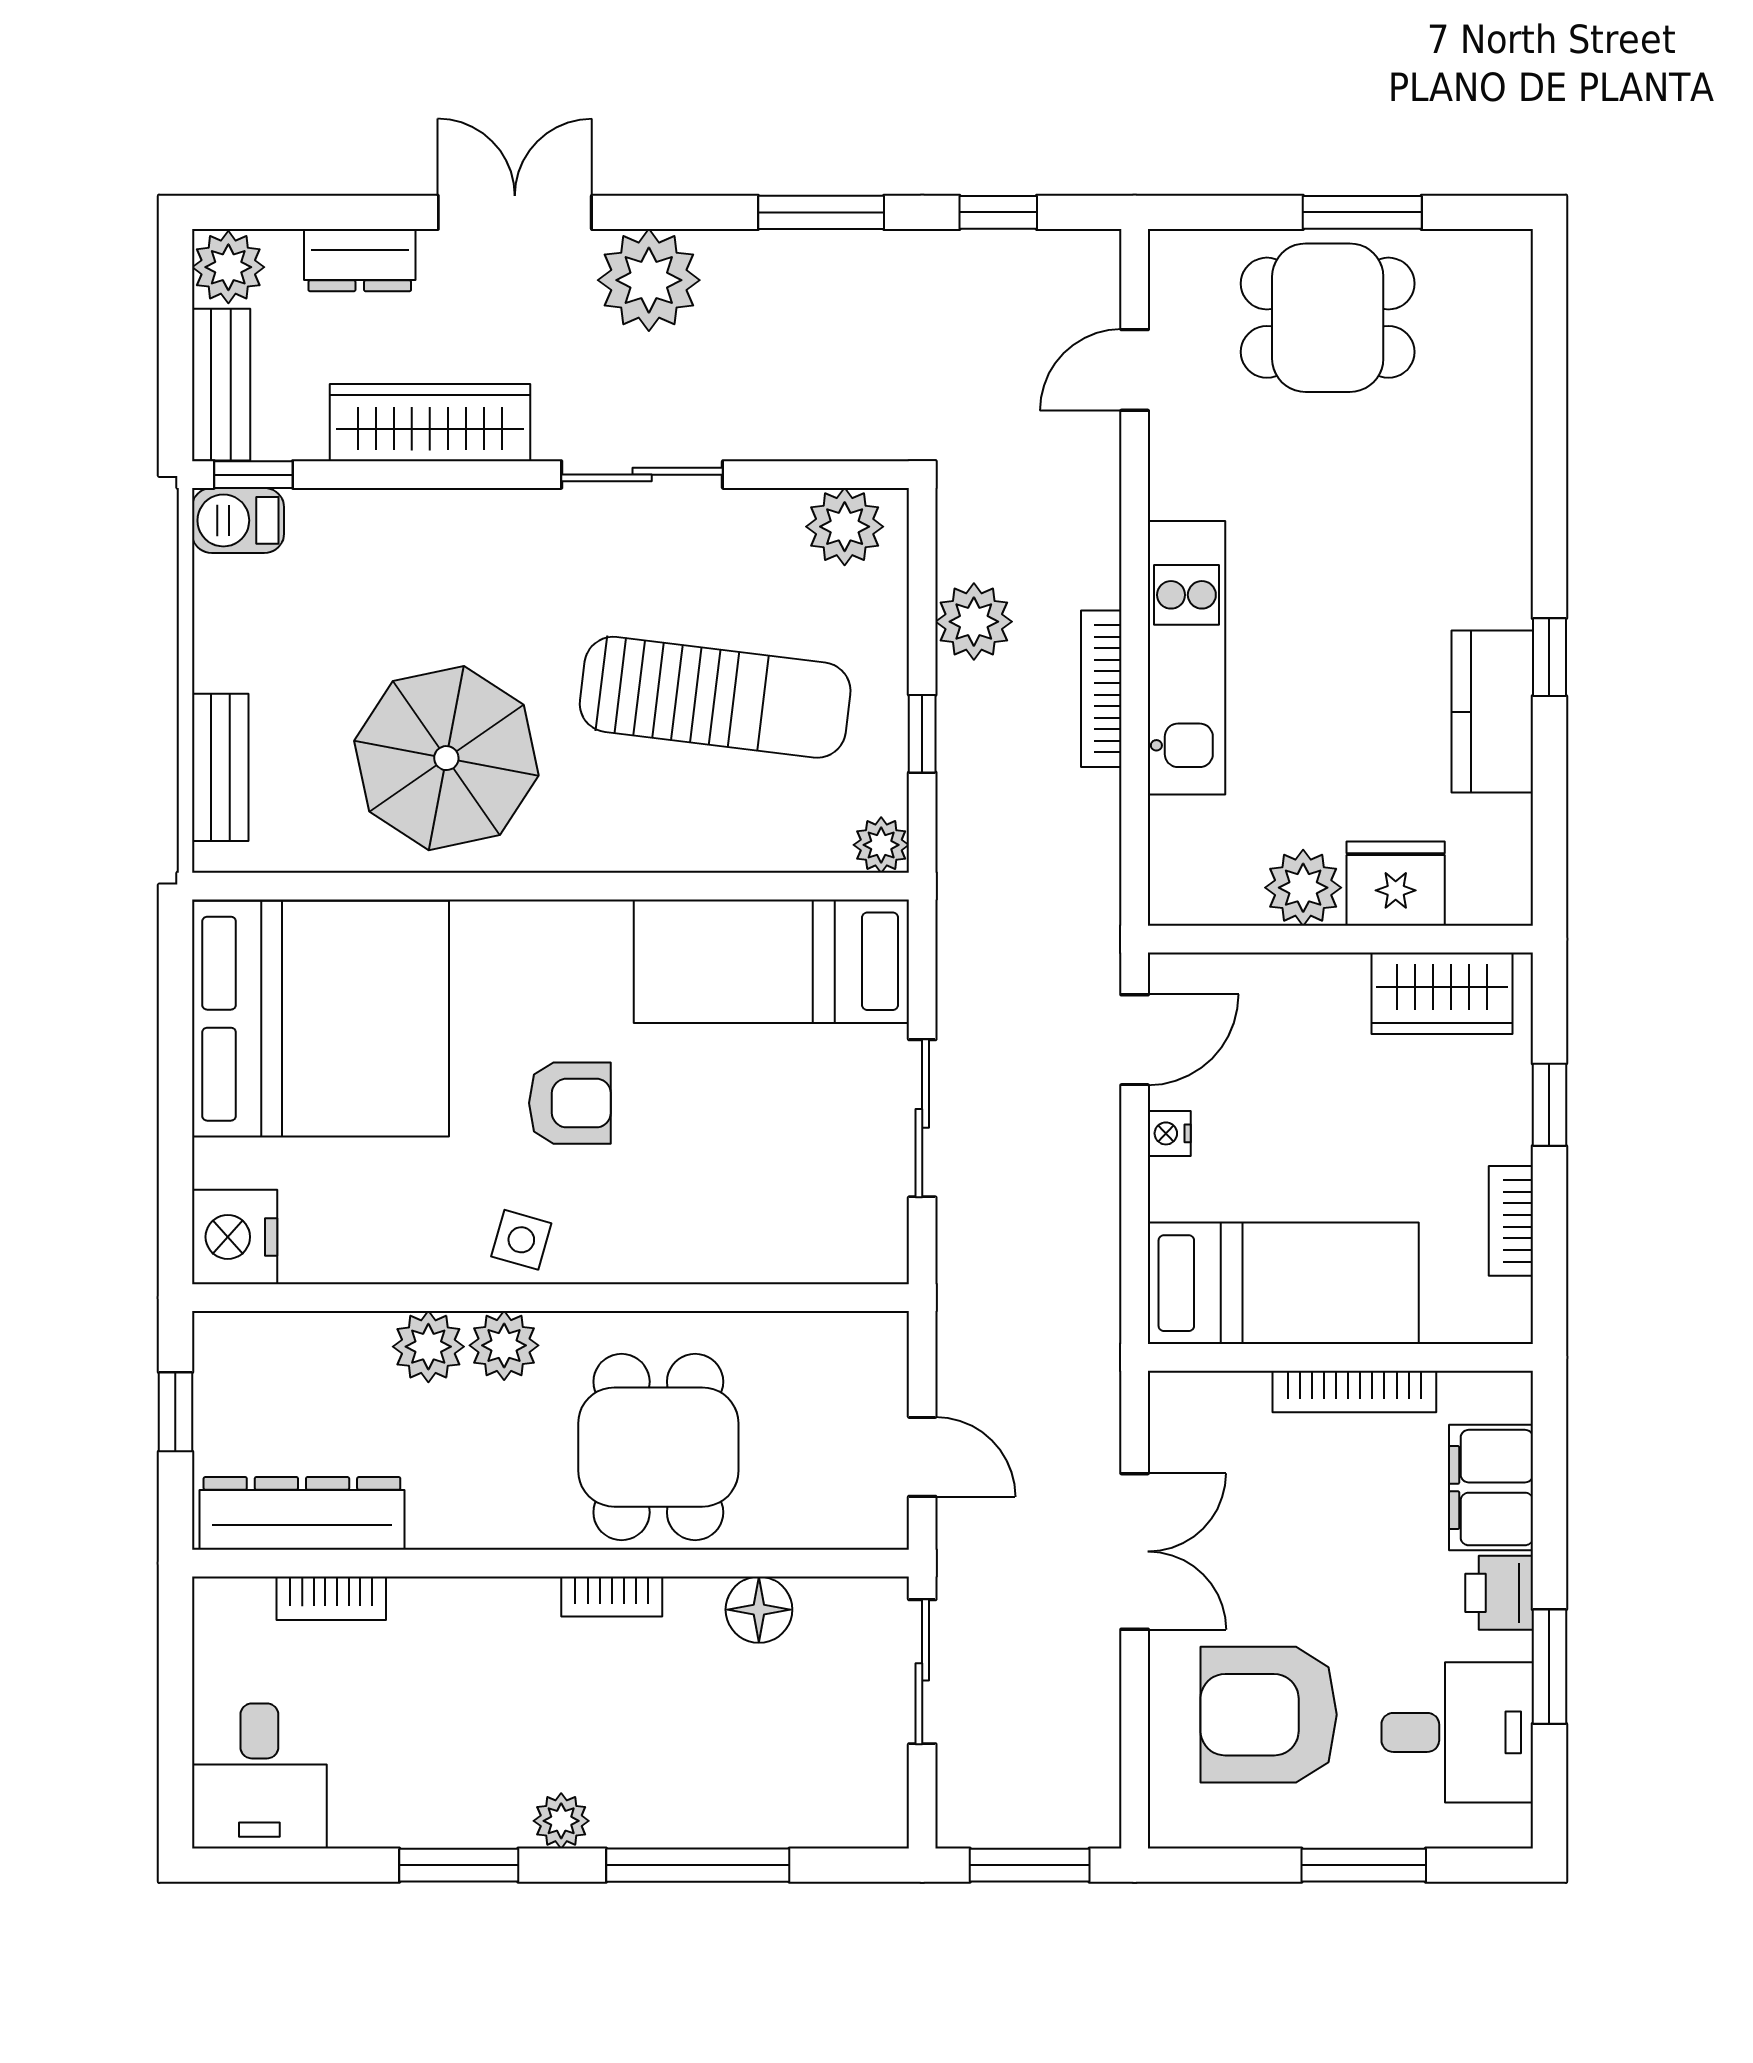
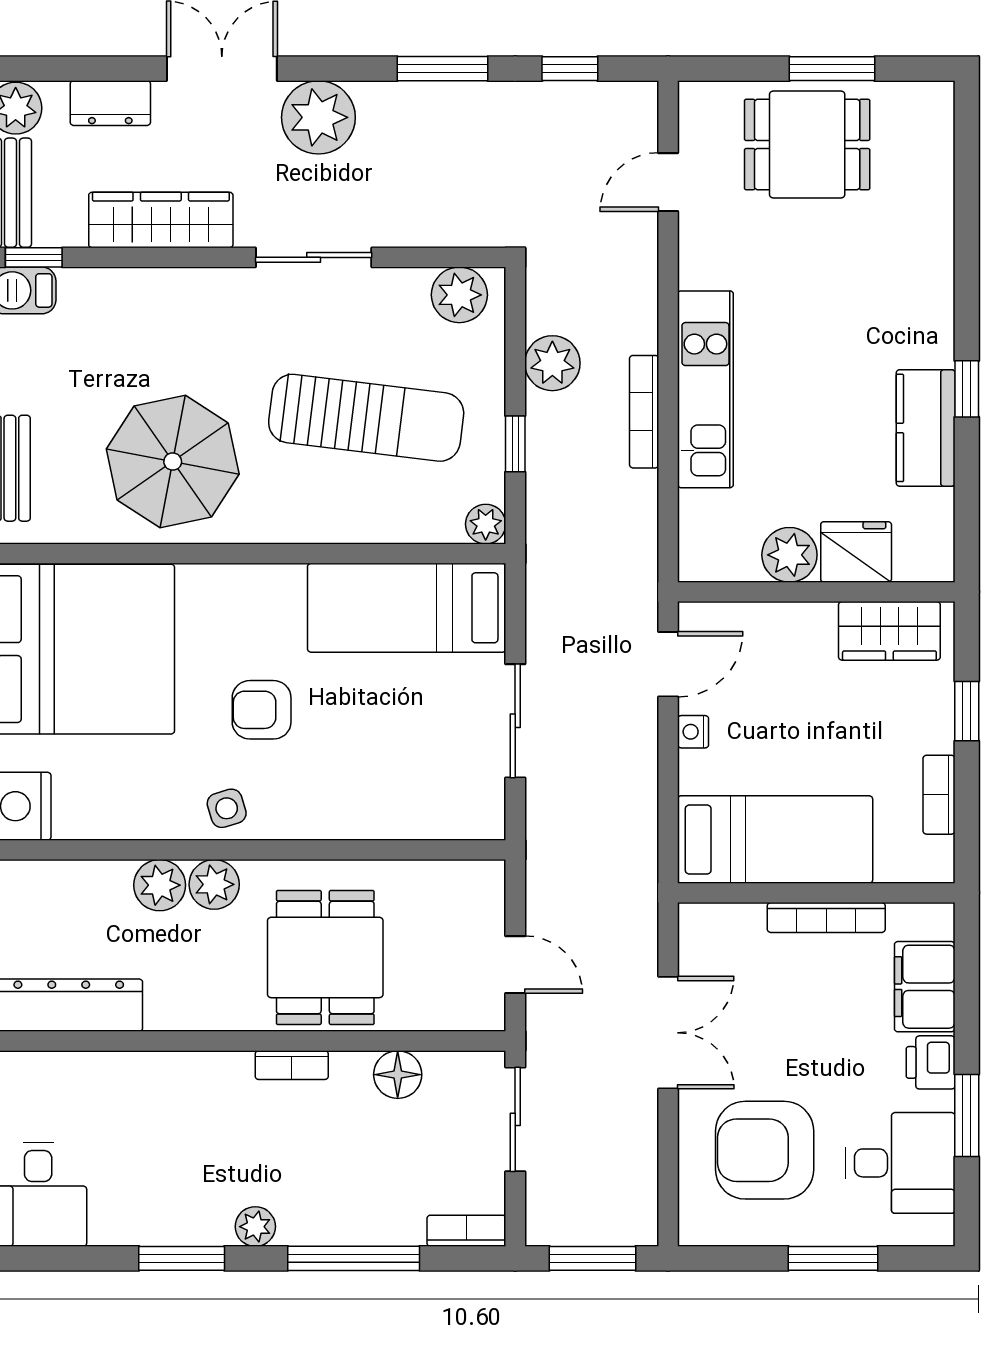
armchair: (570, 1103) -> (262, 710), turned 180
side table: (521, 1240) -> (227, 808), turned -33
bookcase: (331, 1598) -> (466, 1231), moved, turned 180

